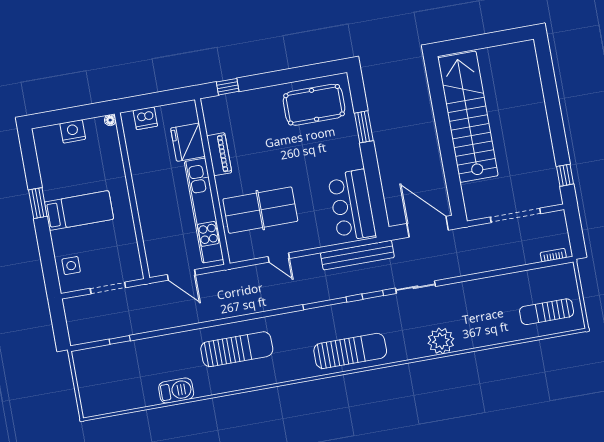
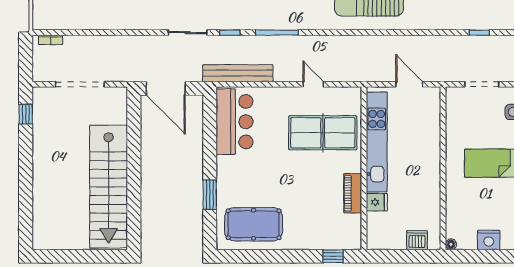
fridge: (188, 142) -> (377, 202), width x0.53, depth x0.75

